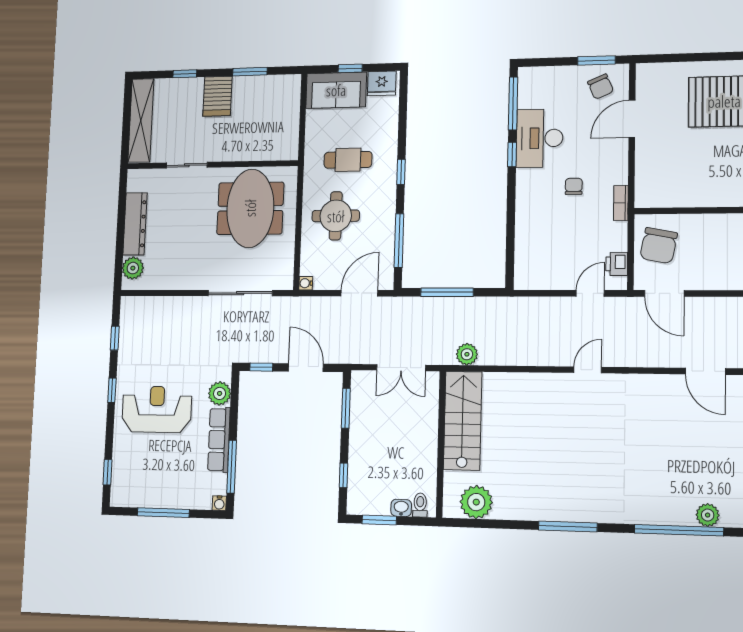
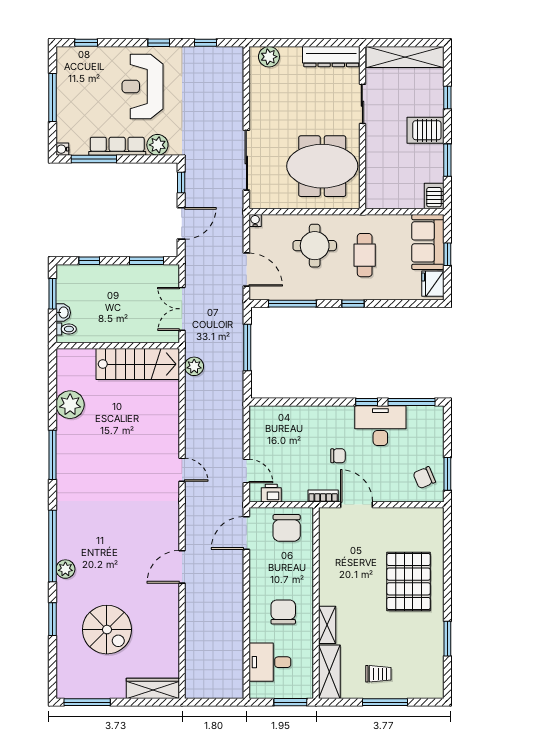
server rack: (287, 85) -> (434, 196), added
door: (632, 119) -> (357, 505), moved
dresser: (135, 224) -> (331, 57), moved
chair: (659, 246) -> (287, 528), turned -101
reception desk: (157, 409) -> (143, 87), turned 180
plant: (476, 502) -> (70, 405), moved

